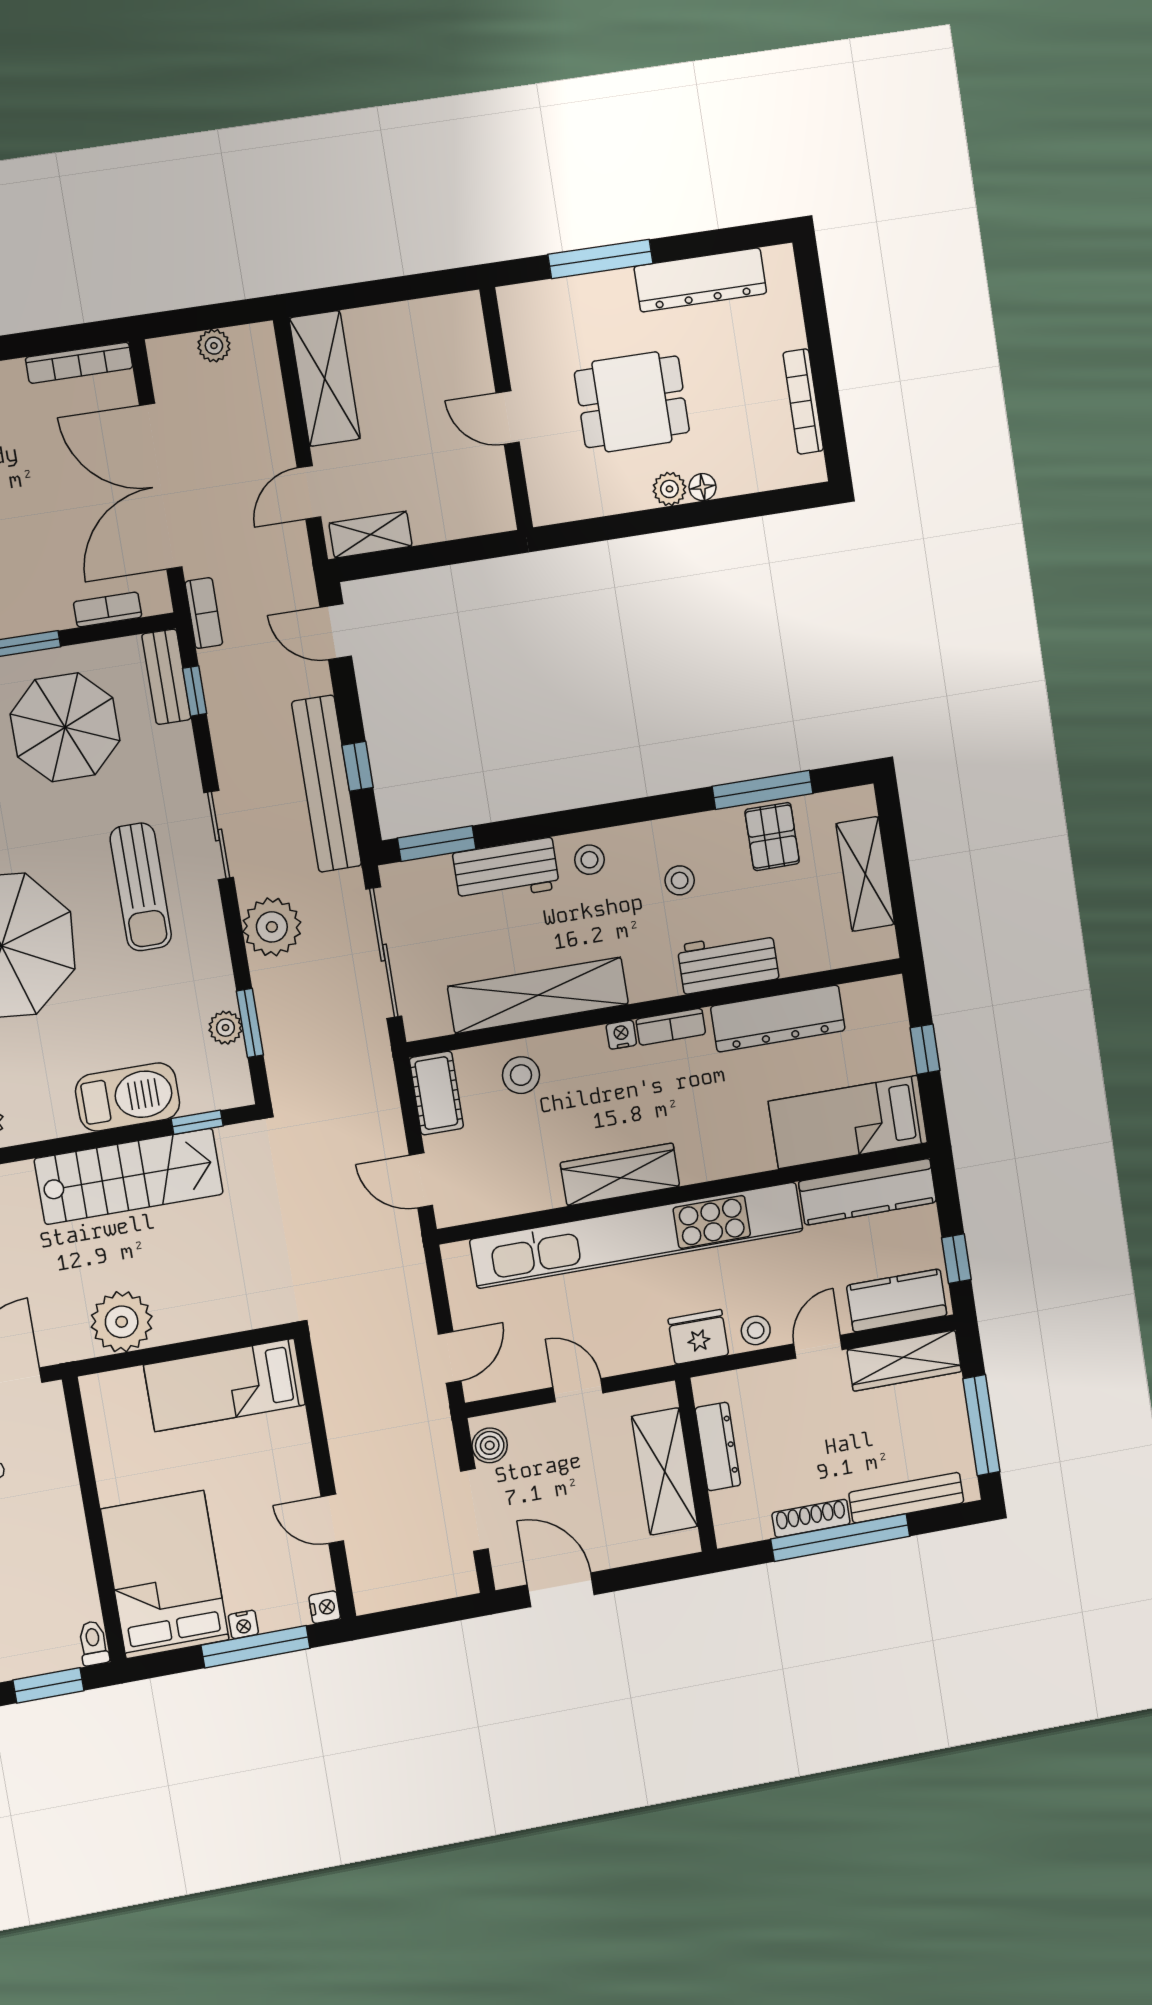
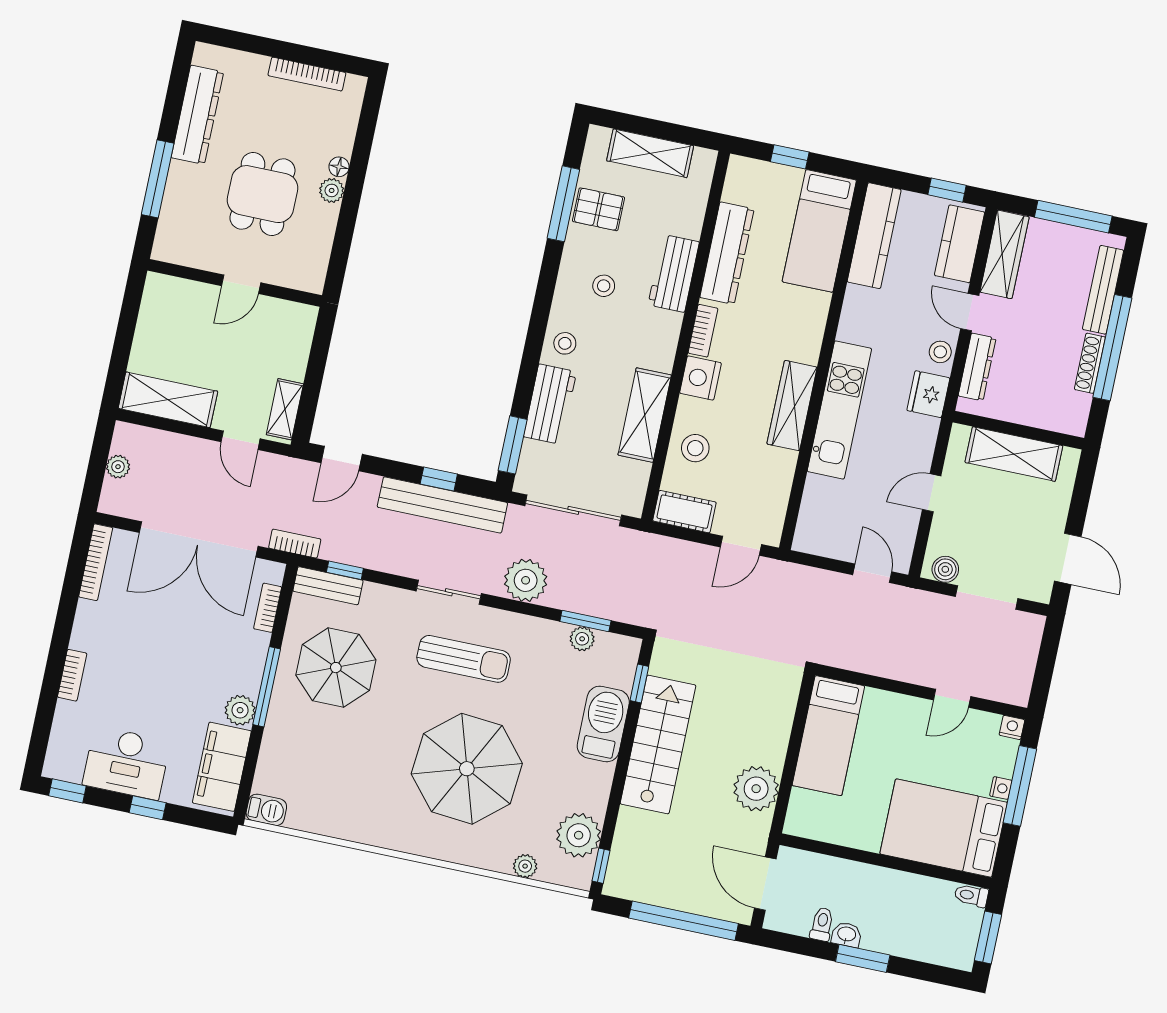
shelving: (538, 995) -> (645, 415), width x0.68
nightstand: (621, 1035) -> (700, 378), width x1.89, depth x1.79
kitchen unit: (637, 1235) -> (839, 410), width x0.54
dresser: (718, 1447) -> (977, 367), moved, turned 90
door: (561, 1590) -> (1068, 559), swing flipped

